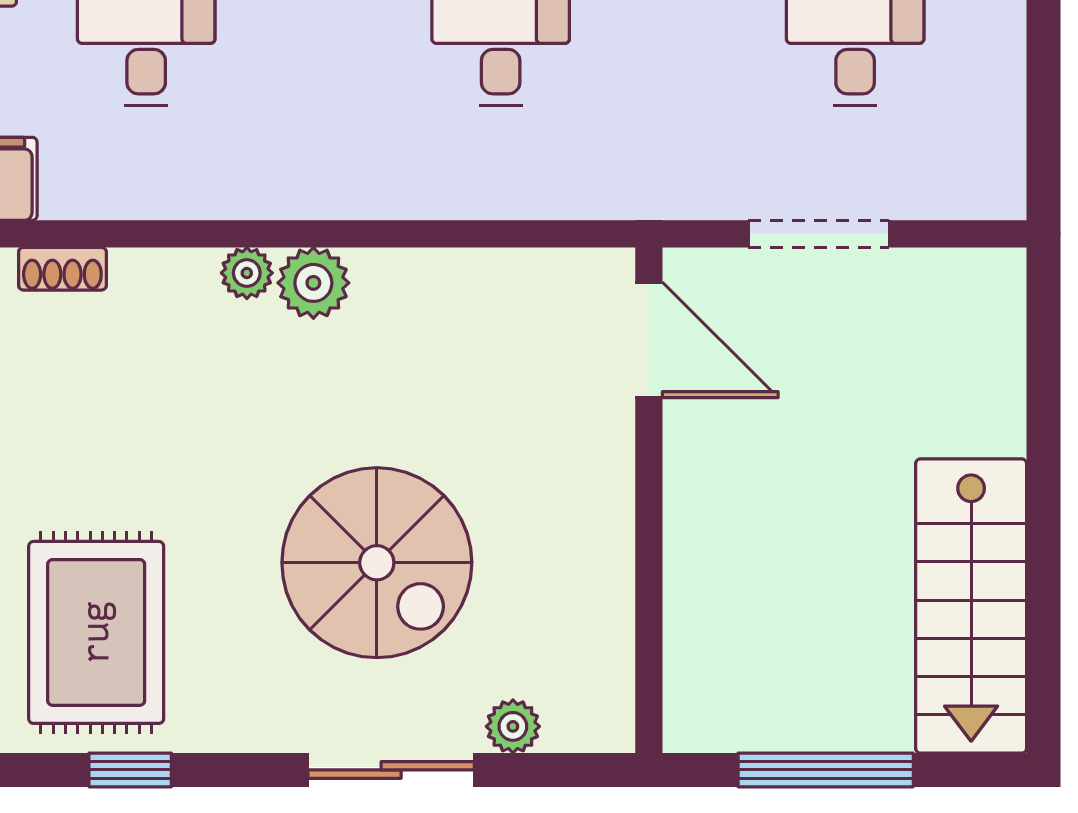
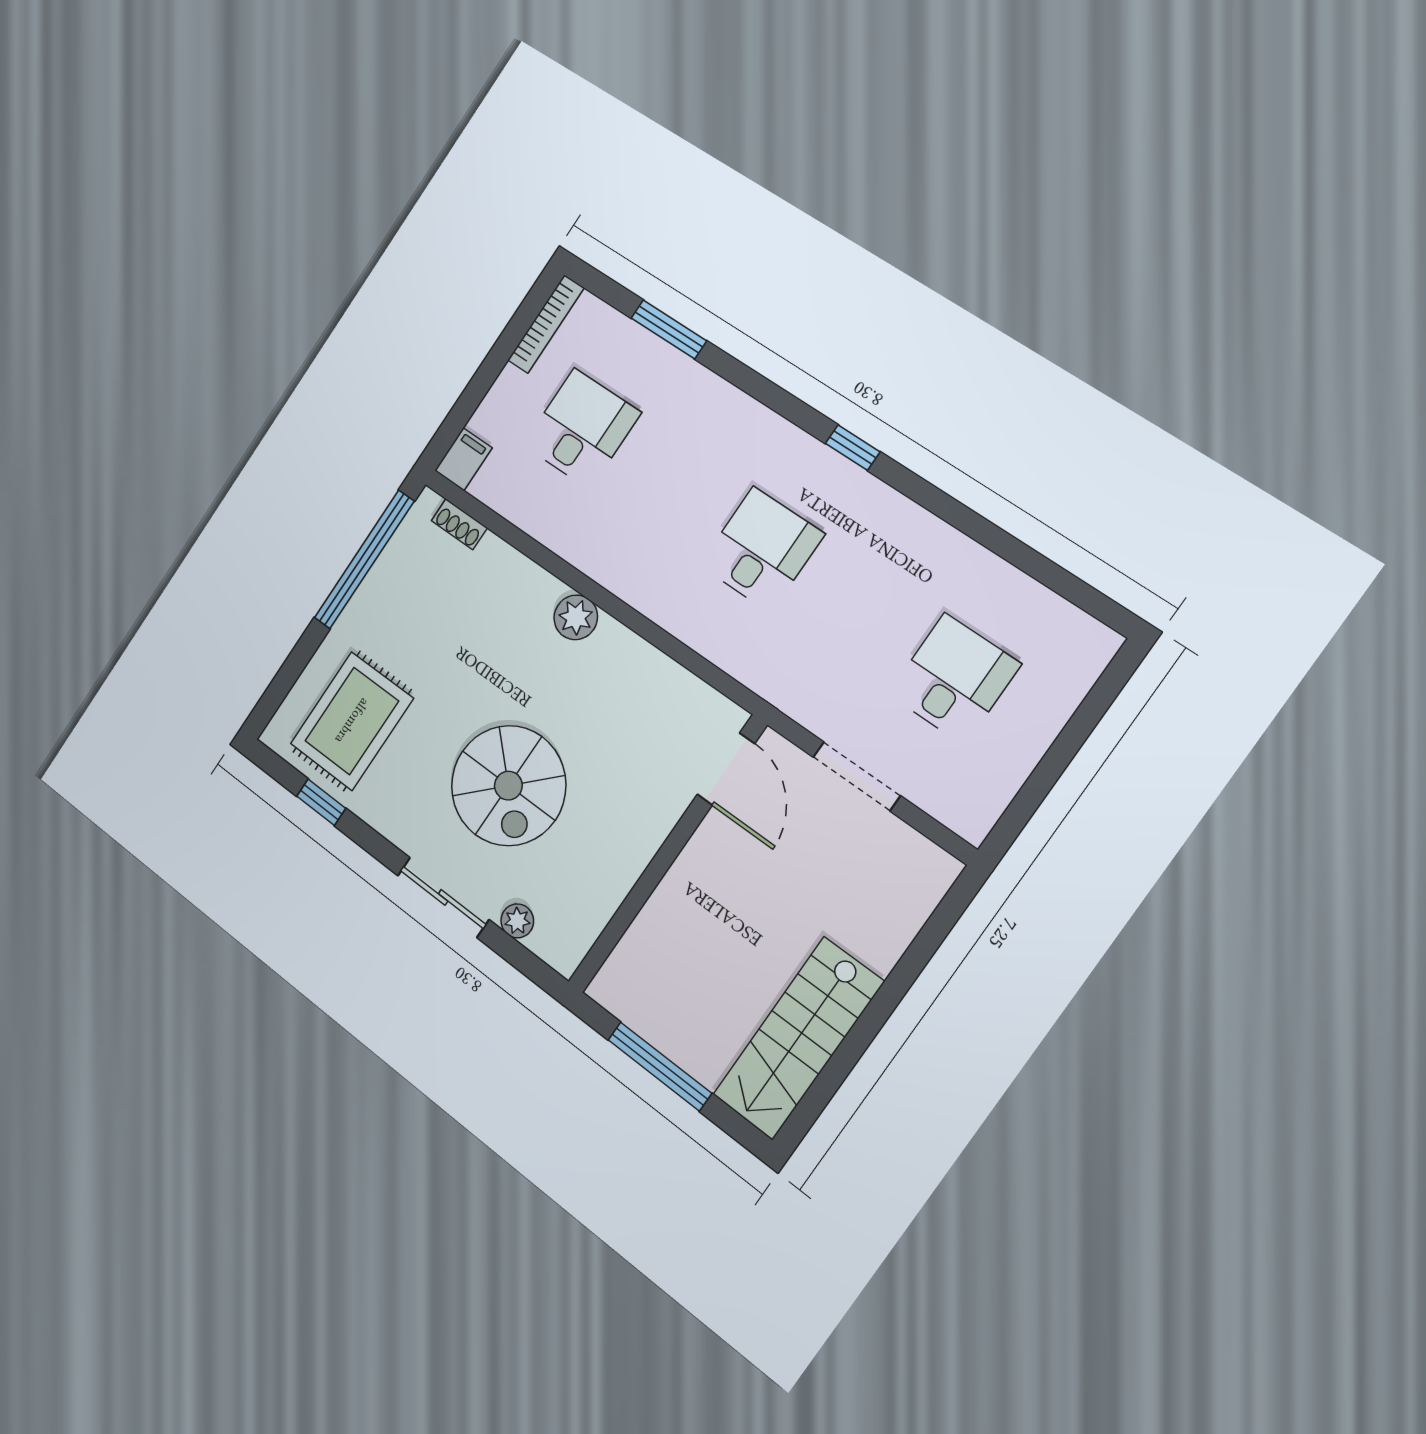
plant: (247, 273) -> (547, 589), removed

